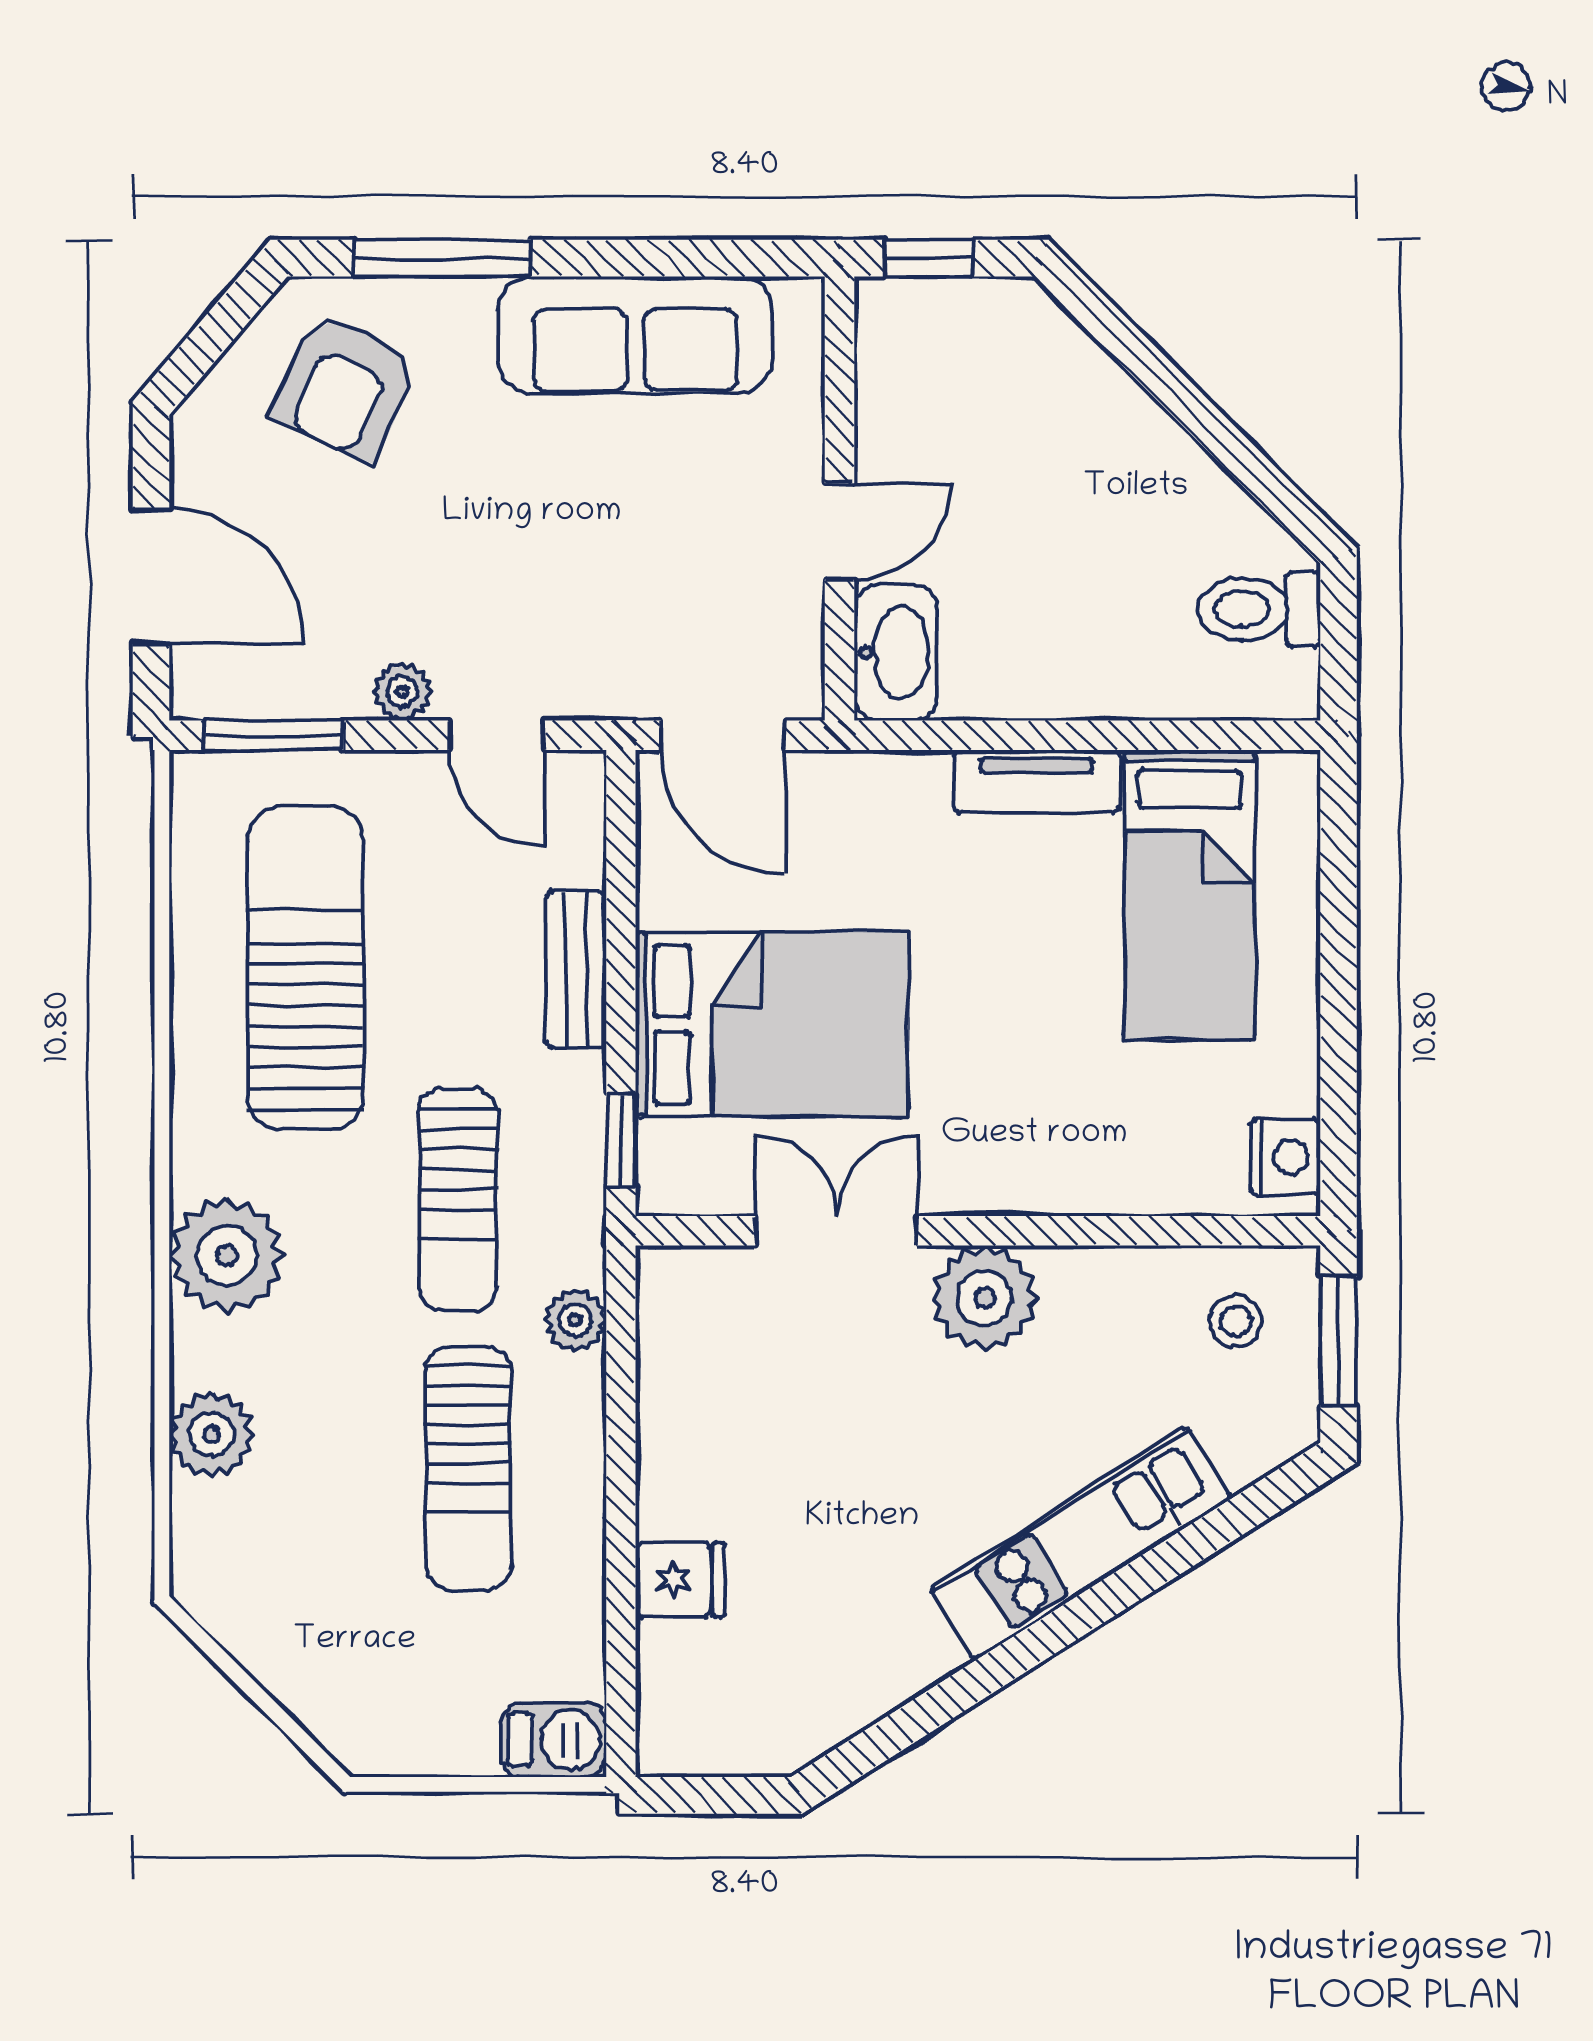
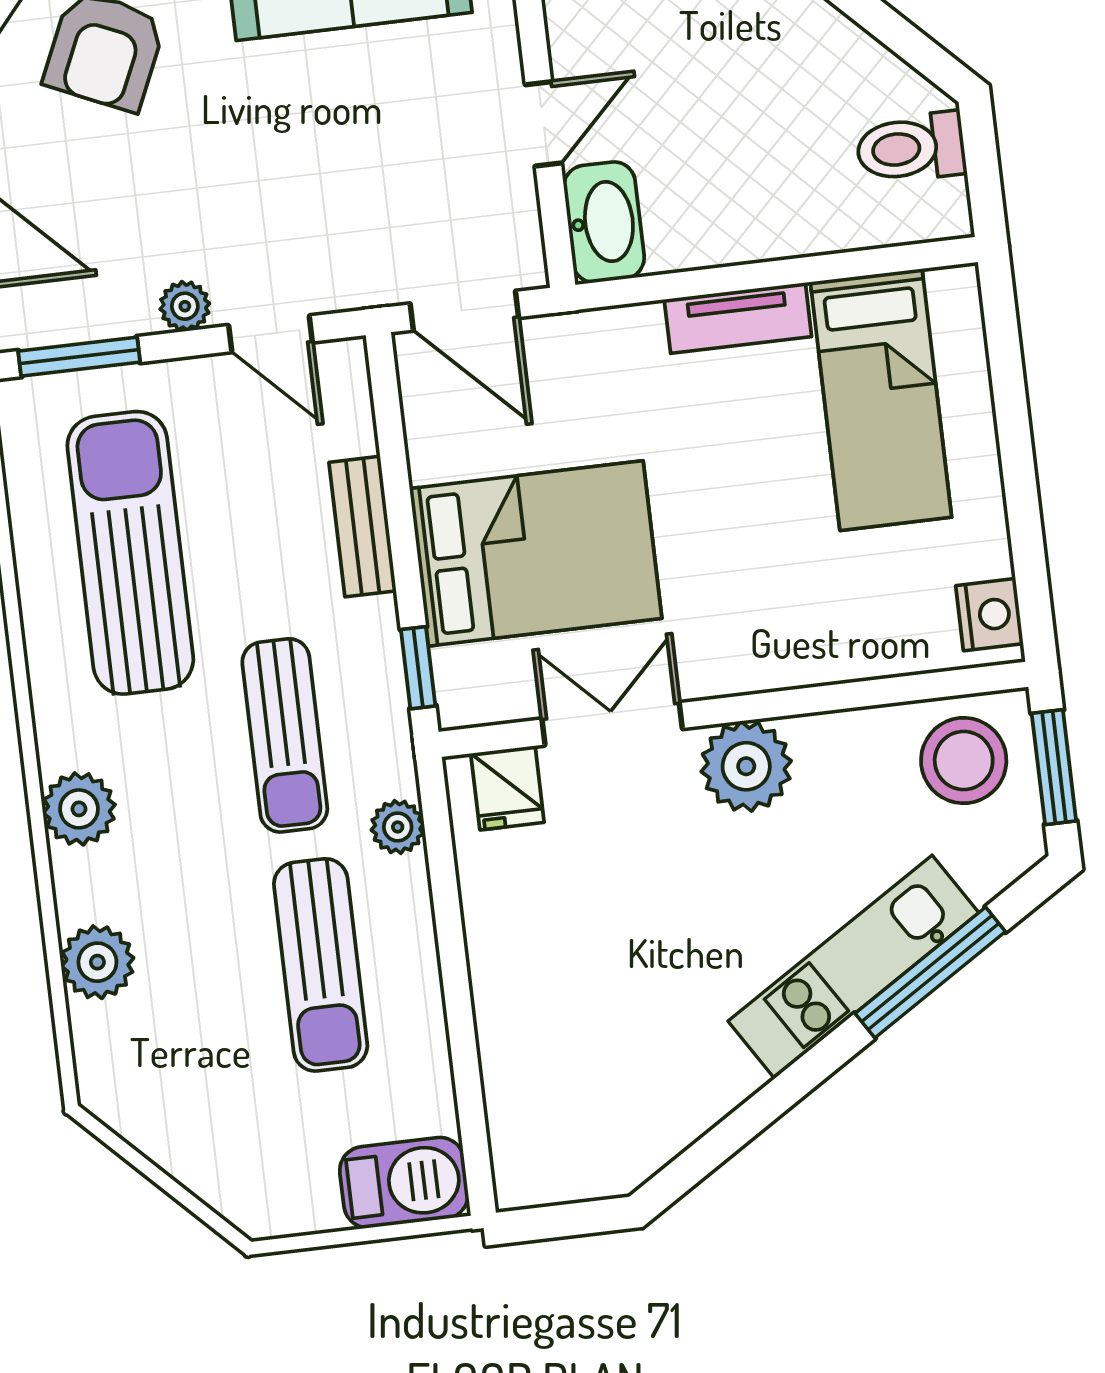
plant: (227, 1255) -> (79, 809), width x0.73, depth x0.73
stool: (1236, 1321) -> (964, 761), width x1.89, depth x1.89
window: (1168, 1560) -> (930, 973), added
fridge: (680, 1580) -> (507, 788), moved, turned 90
barbecue: (554, 1740) -> (404, 1183), width x1.38, depth x1.27

